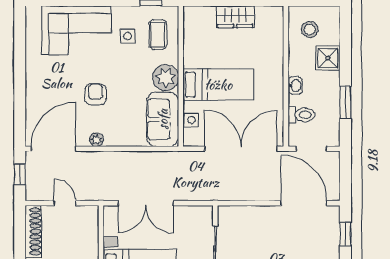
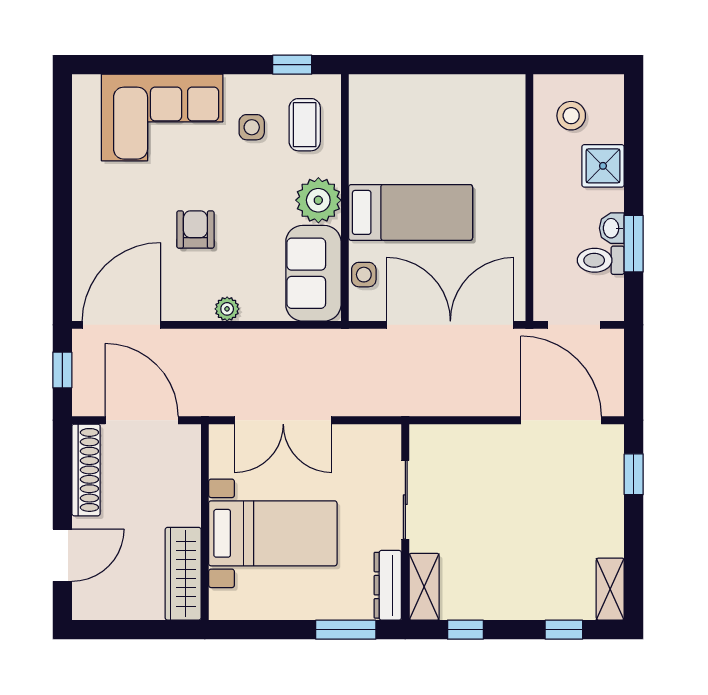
wardrobe: (235, 17) -> (440, 93), removed
washbasin: (295, 85) -> (612, 228), moved, turned 180
toilet: (301, 115) -> (601, 260), moved, turned 180
plant: (97, 140) -> (227, 309), moved
door: (65, 203) -> (142, 420), width x1.87

